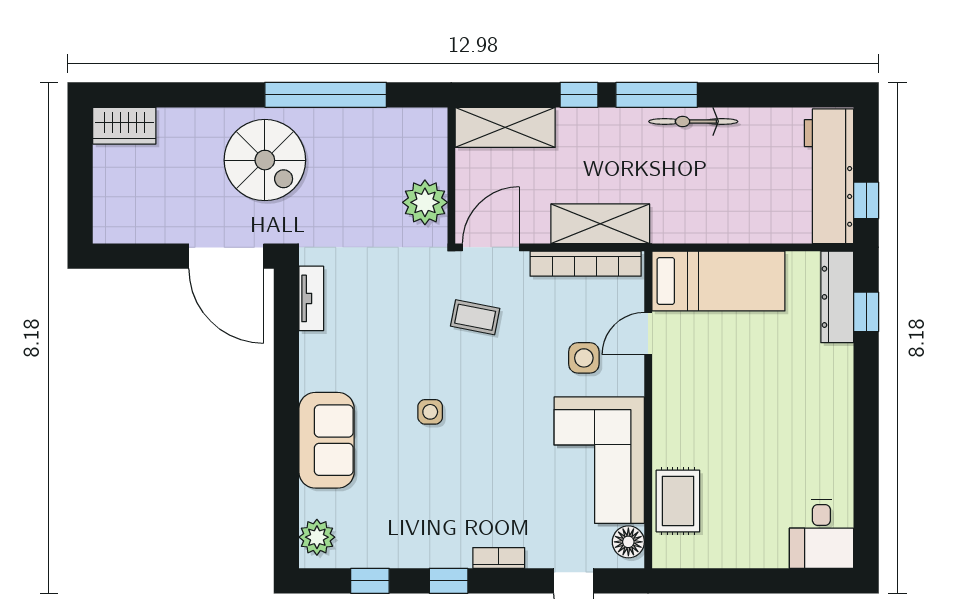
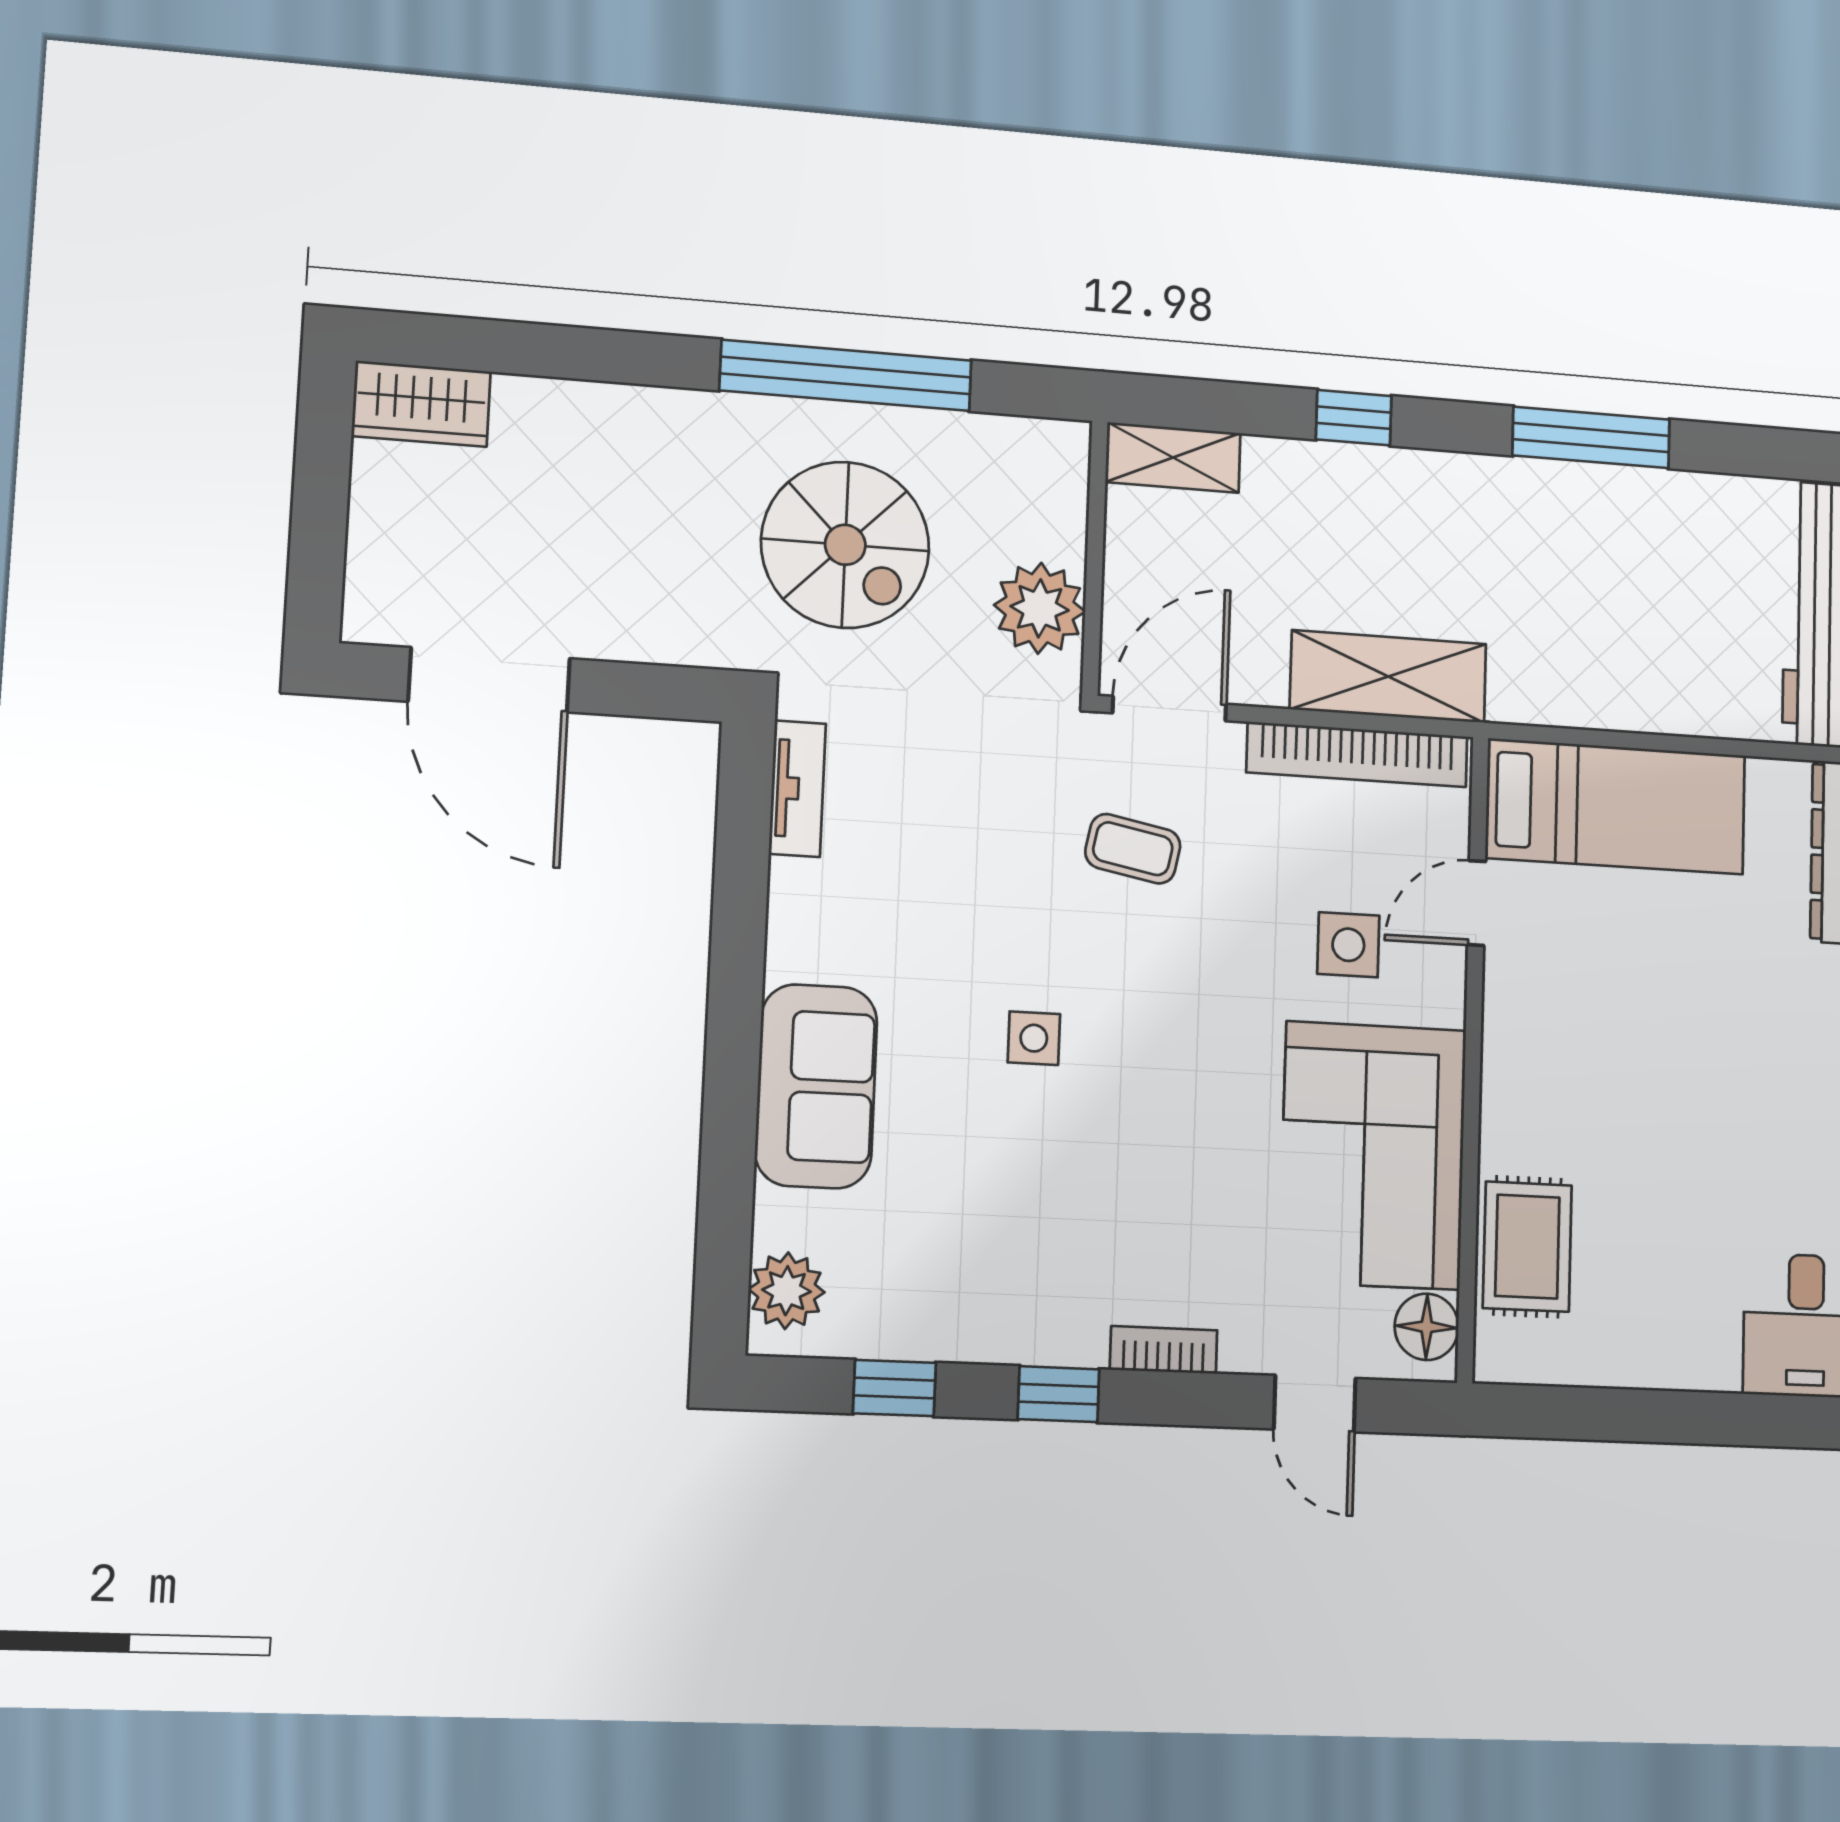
window: (657, 95) -> (1591, 437), moved
bicycle: (693, 121) -> (1574, 488), removed
shelving: (505, 127) -> (1173, 458), width x0.67, depth x0.75
spiral stairs: (265, 160) -> (845, 545), moved
door: (226, 256) -> (489, 680), moved

